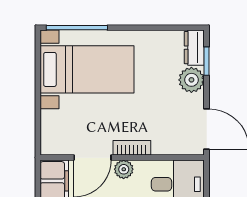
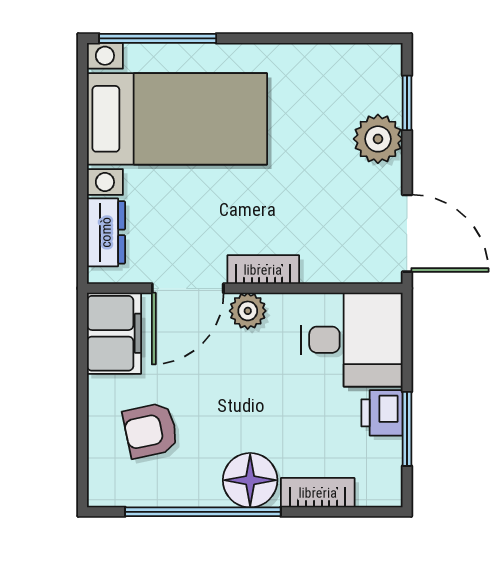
dresser: (194, 48) -> (106, 232), moved, turned 180

